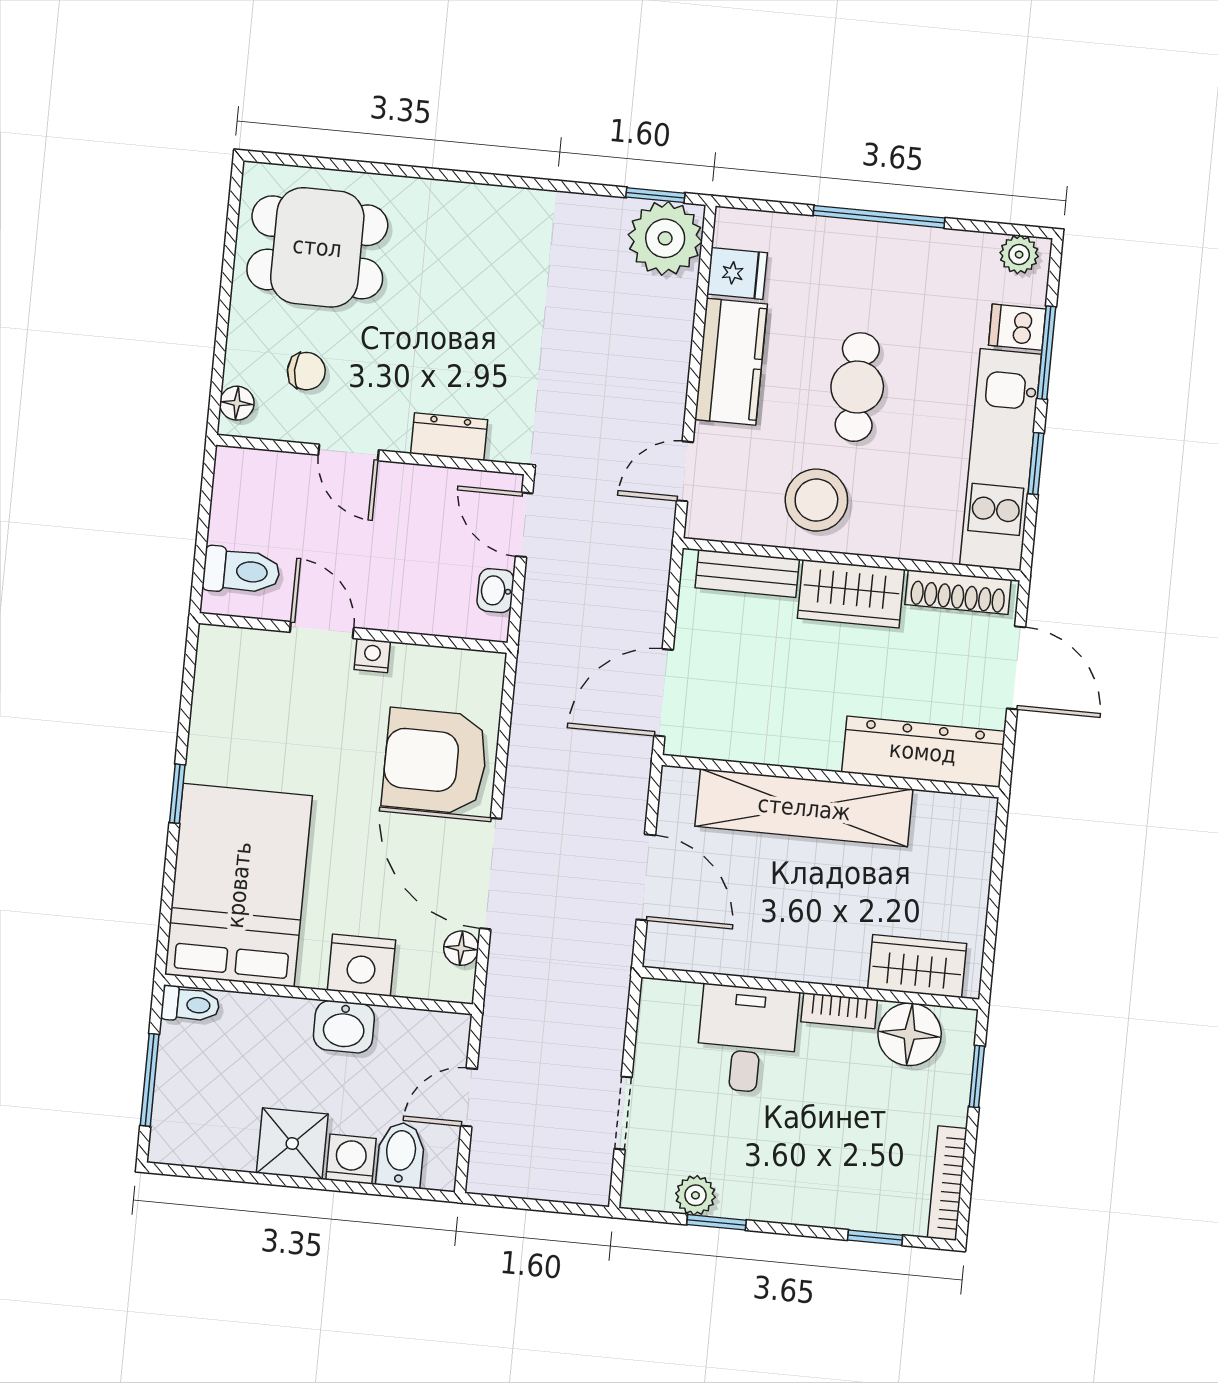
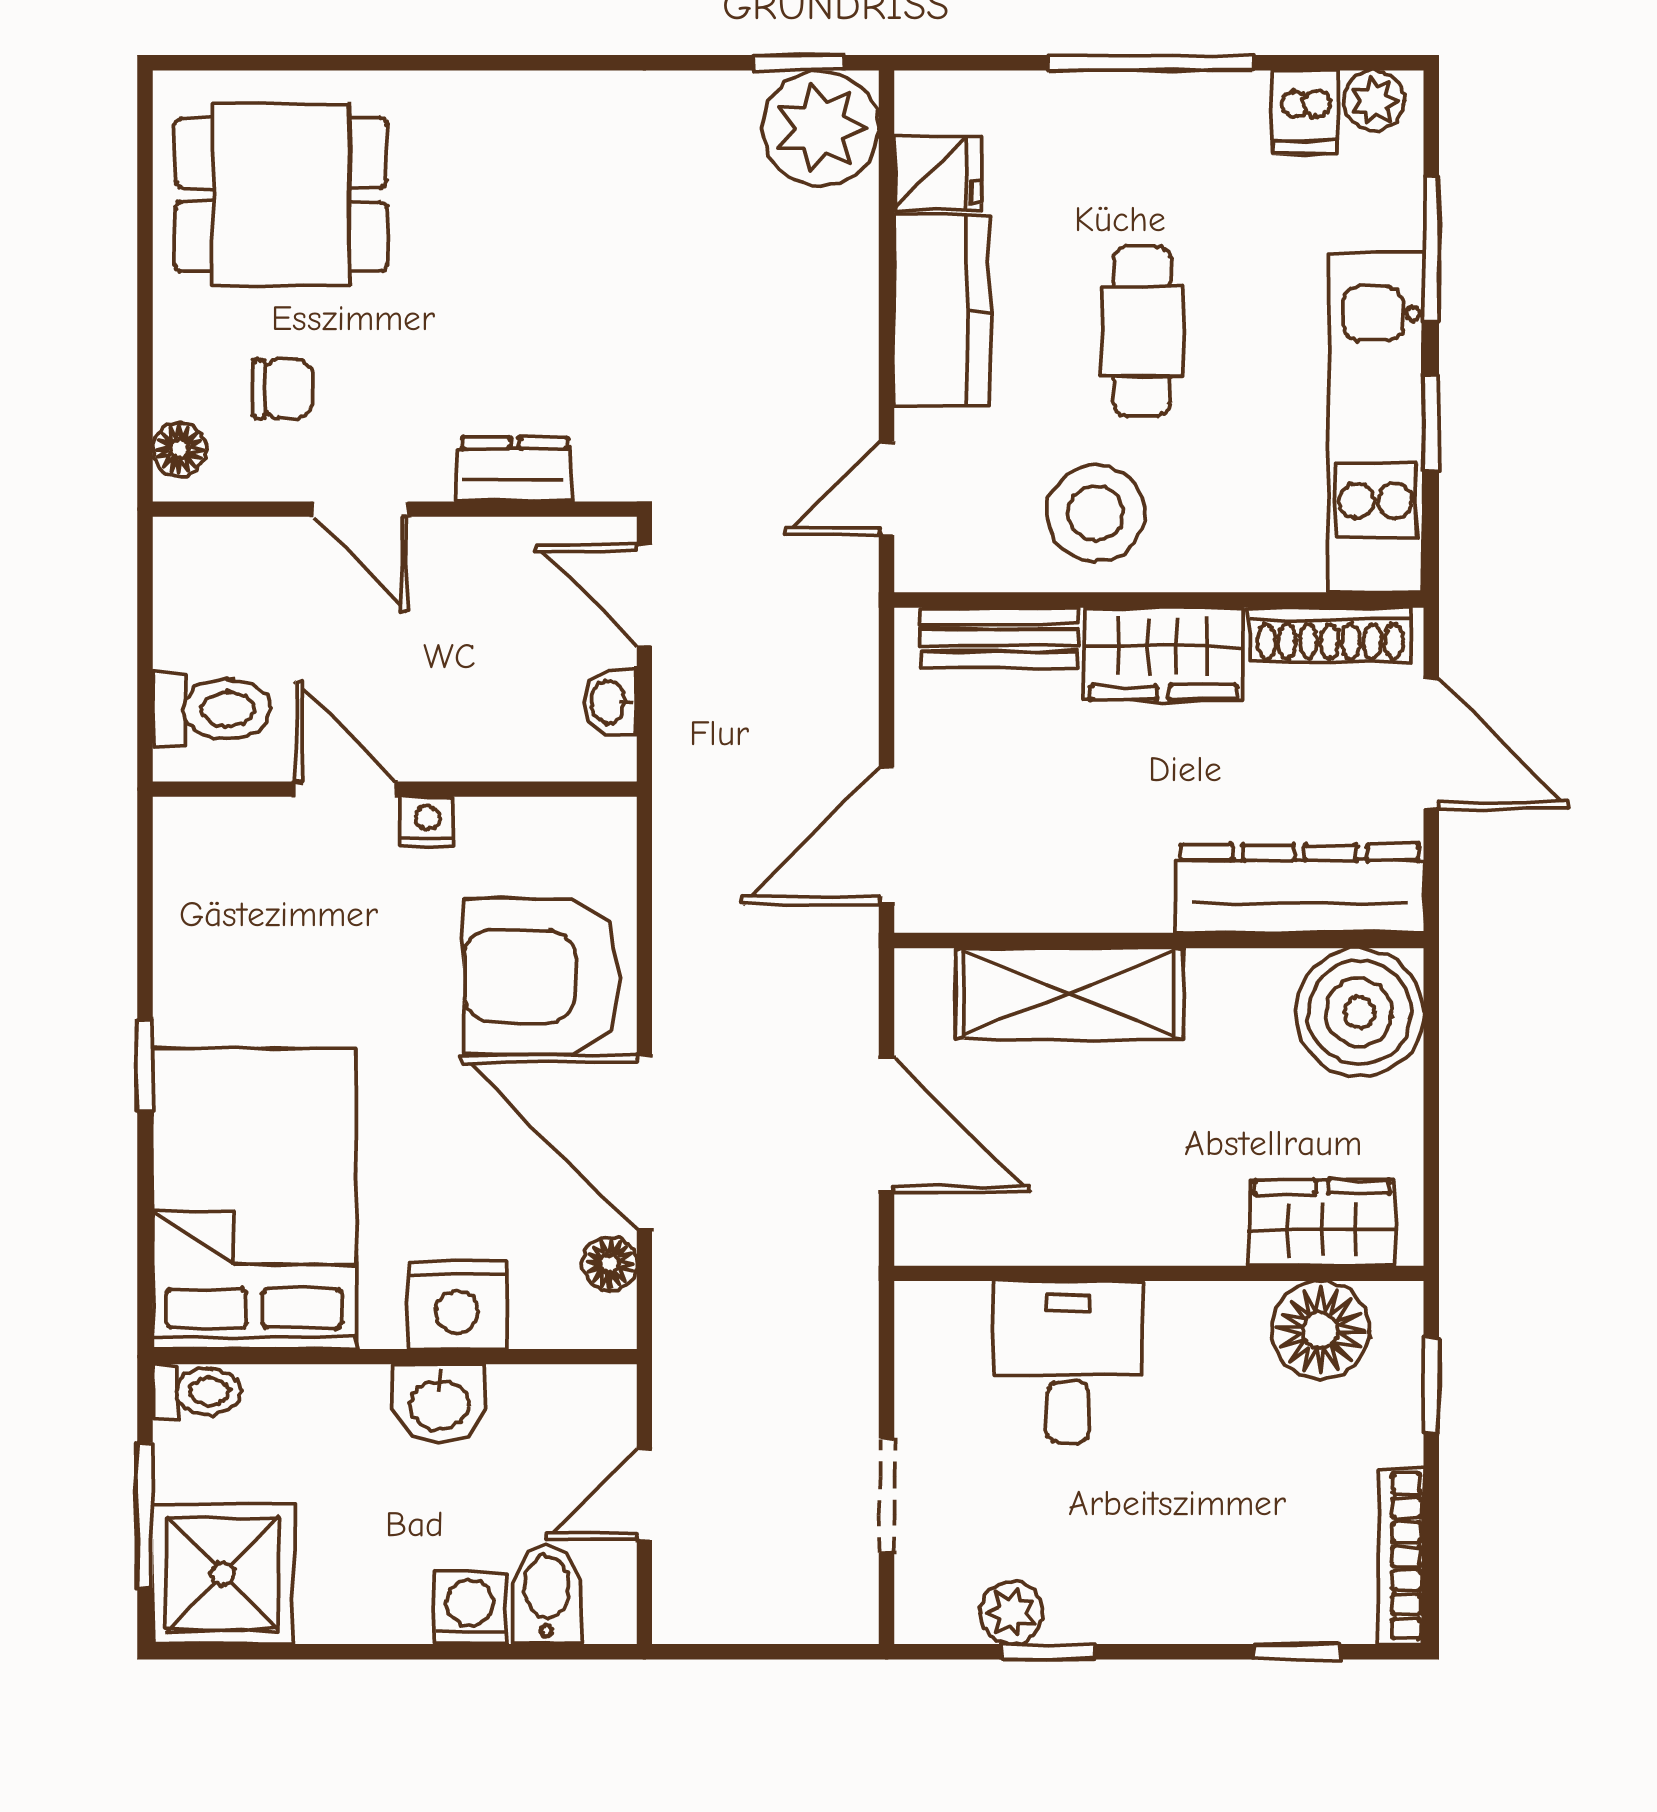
dishwasher: (1017, 327) -> (1305, 112), moved, turned -90
shelving: (804, 808) -> (1069, 994), width x0.68
boiler: (954, 834) -> (1359, 1012), added
bookcase: (839, 1011) -> (1207, 1304), removed
shower: (292, 1144) -> (223, 1574), moved, width x1.36, depth x1.36

